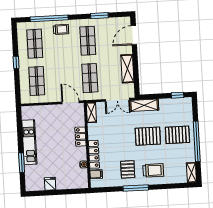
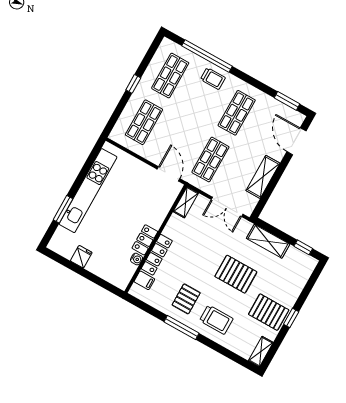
window: (99, 16) -> (287, 101), moved
door: (134, 35) -> (296, 141), hinge flipped
shelving: (144, 105) -> (268, 241), moved
pallet: (177, 135) -> (269, 312), moved
locker: (81, 137) -> (145, 240), moved
window: (197, 141) -> (291, 318), width x0.32
kitchen unit: (29, 142) -> (88, 191), width x1.36

